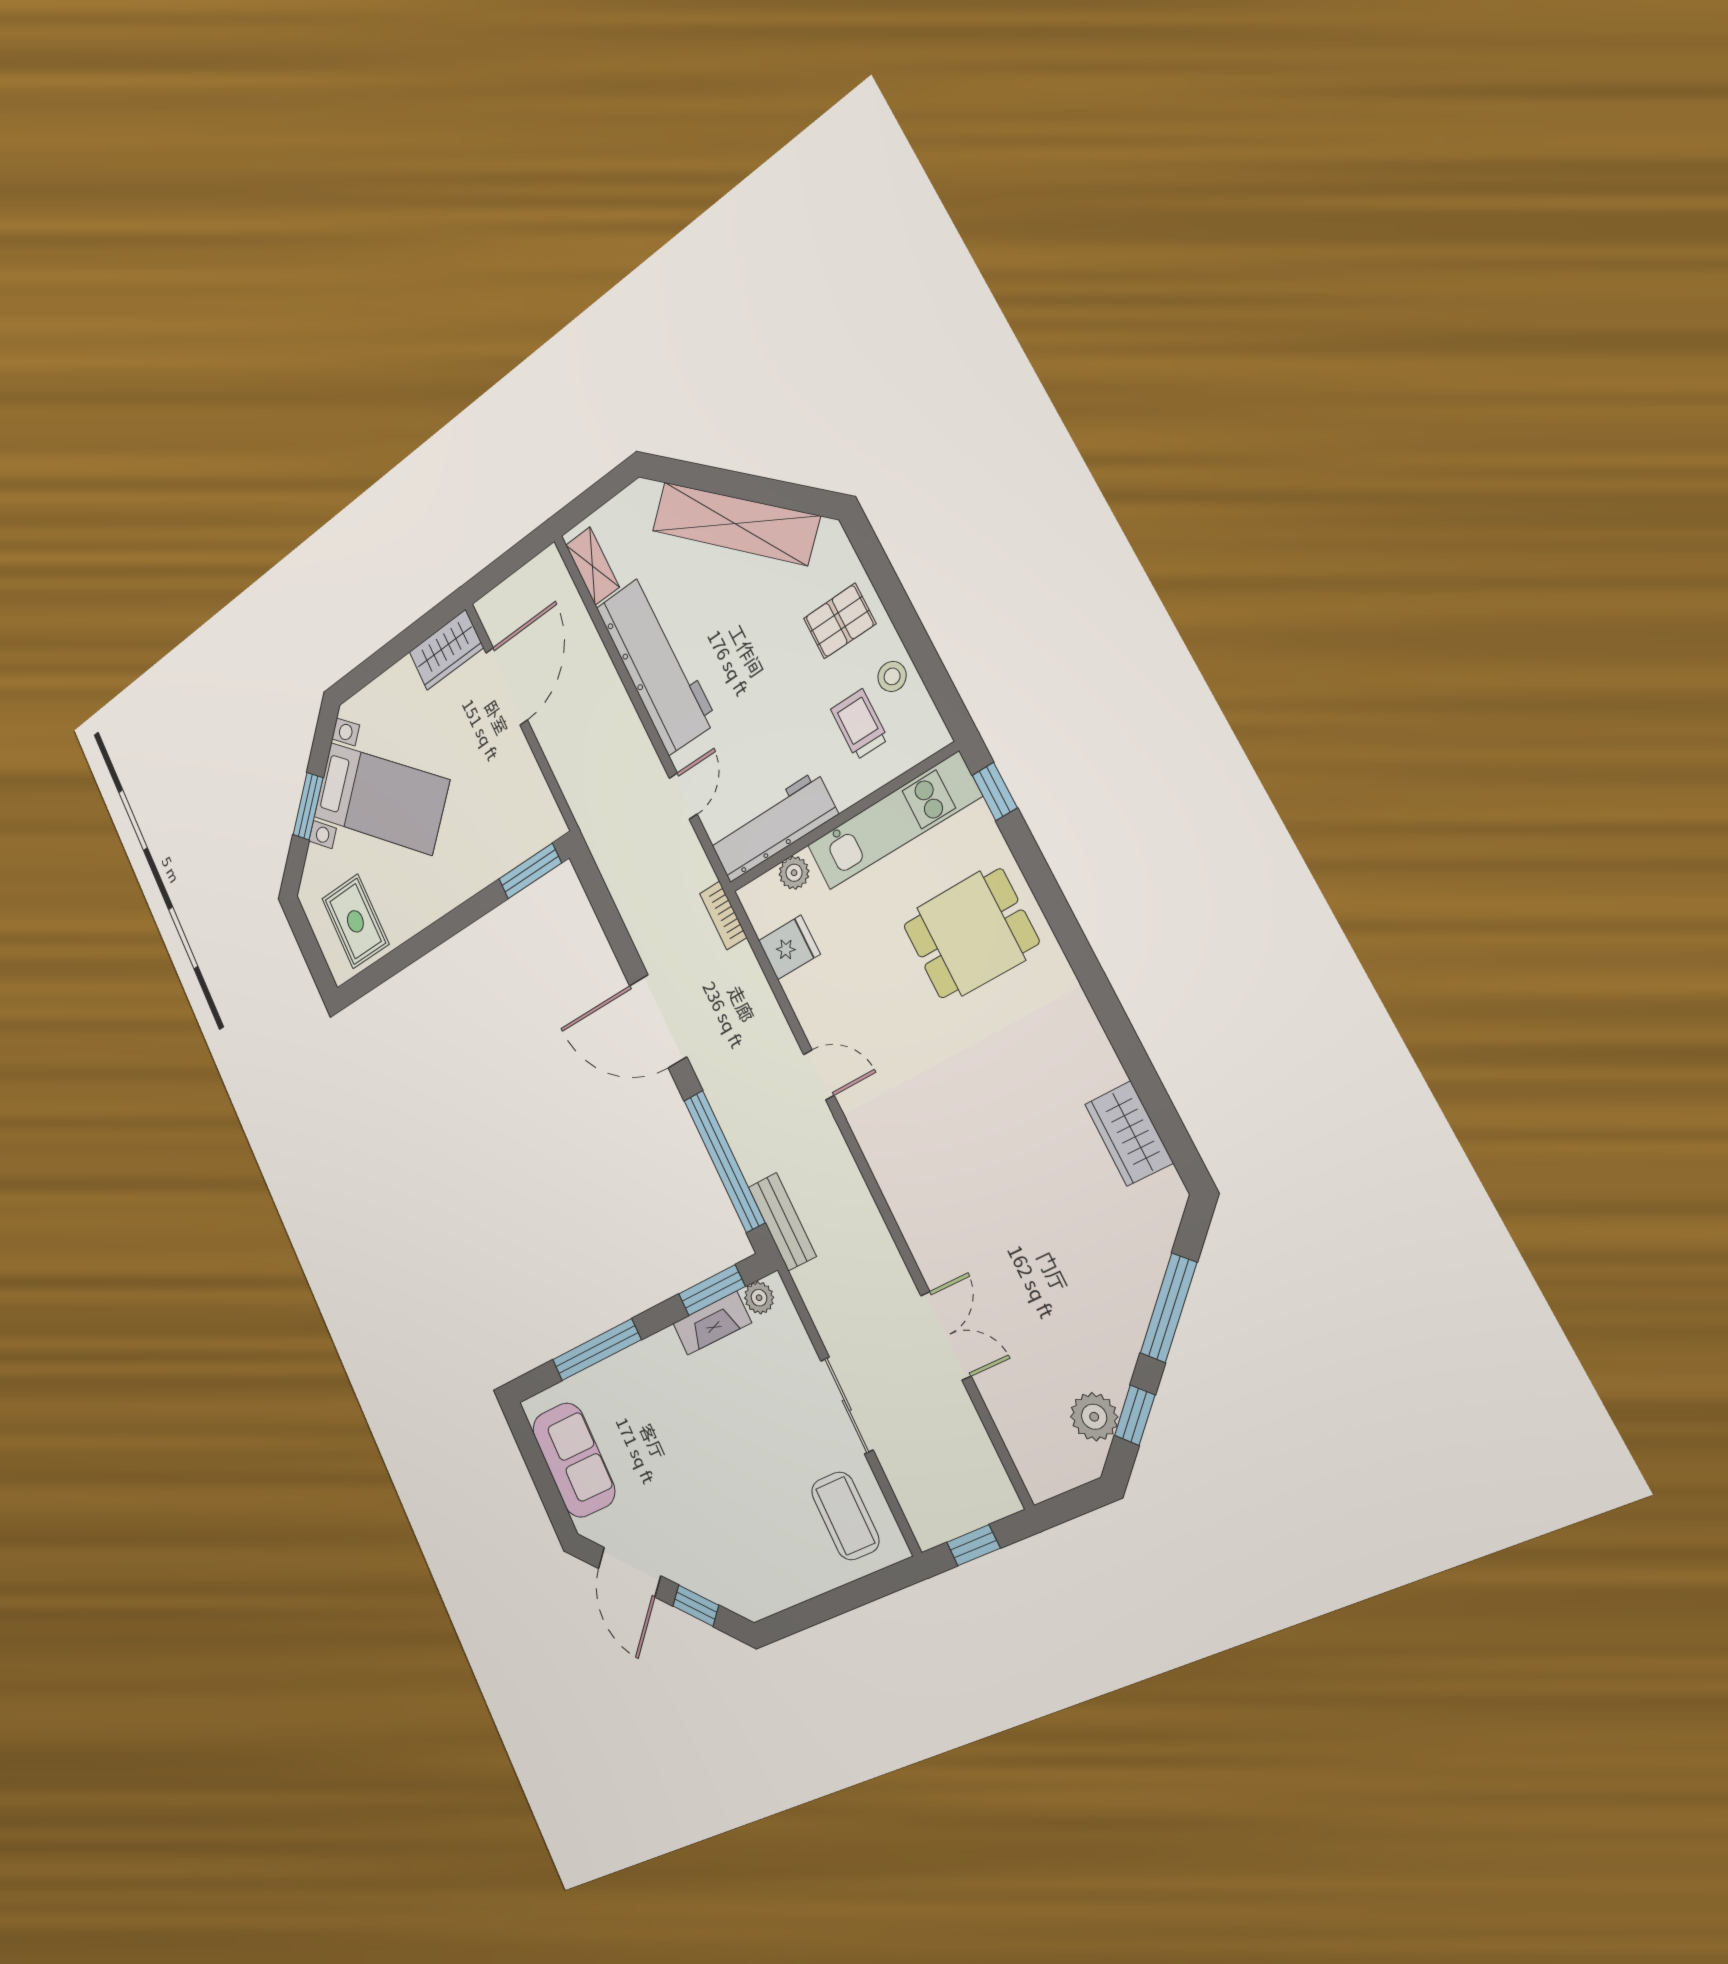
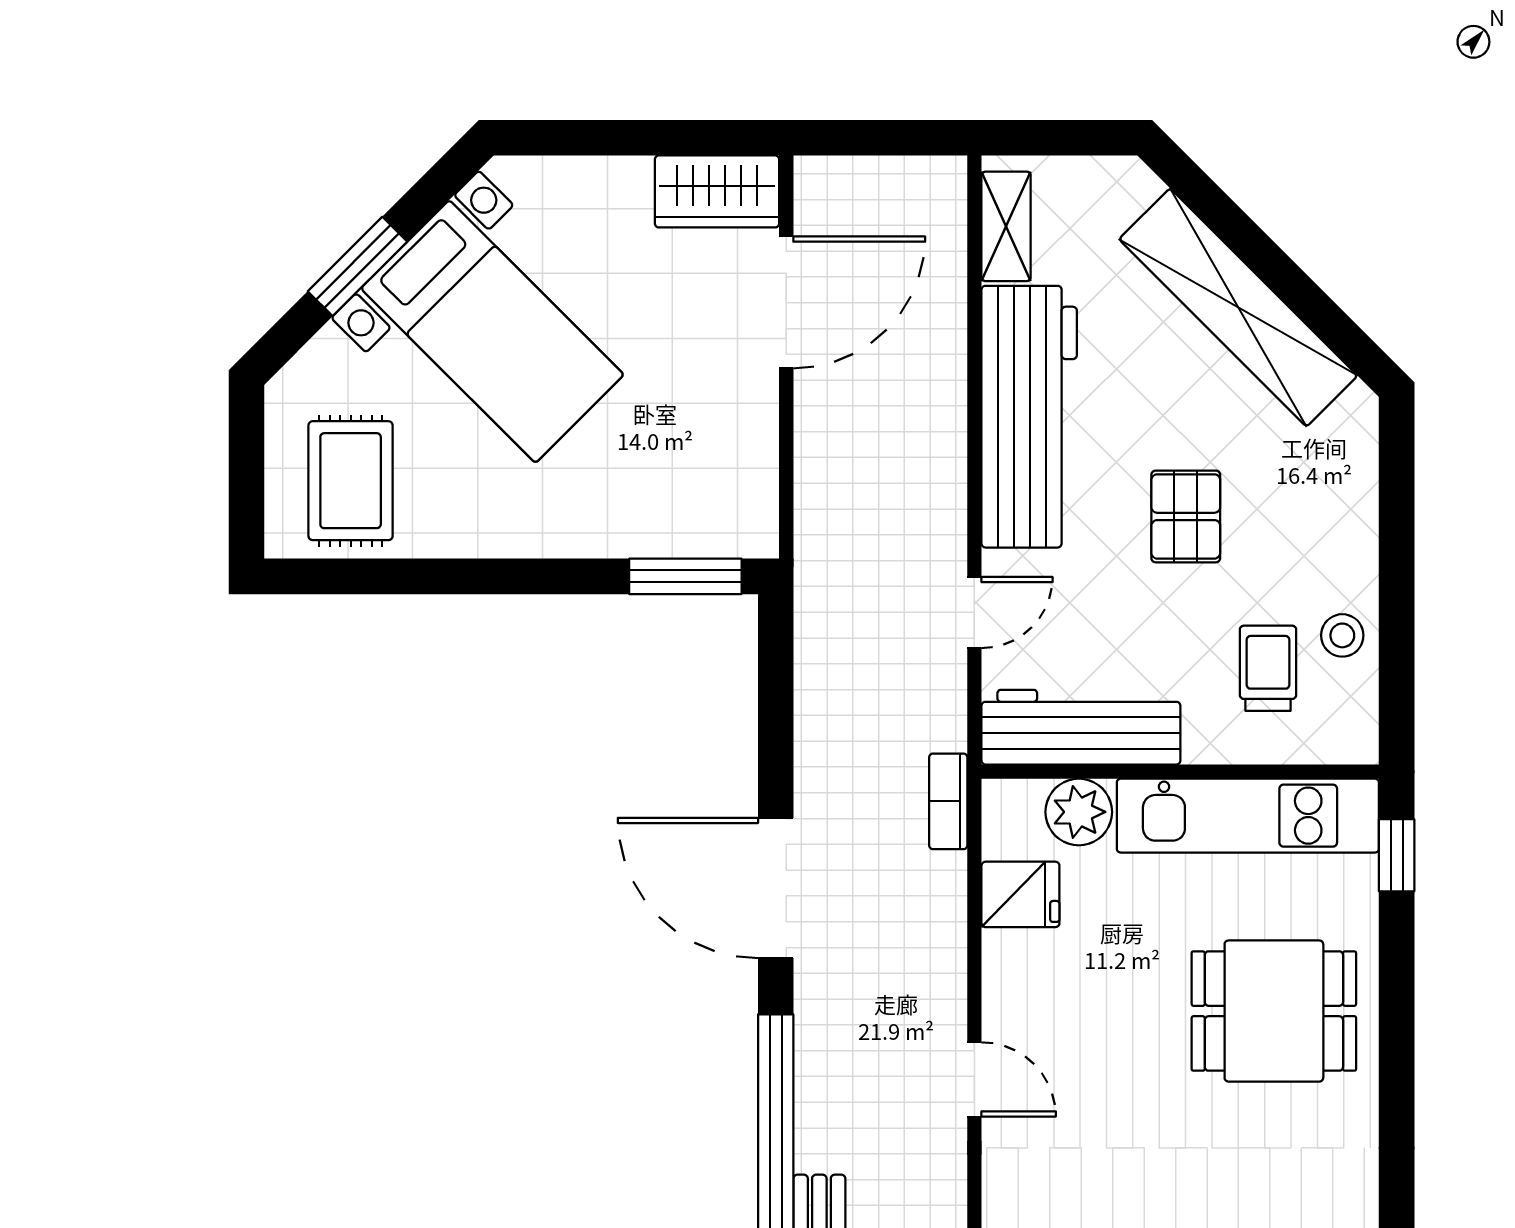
pallet: (840, 621) -> (1186, 516), moved, turned 90
plant: (794, 873) -> (1079, 812), width x1.38, depth x1.38

